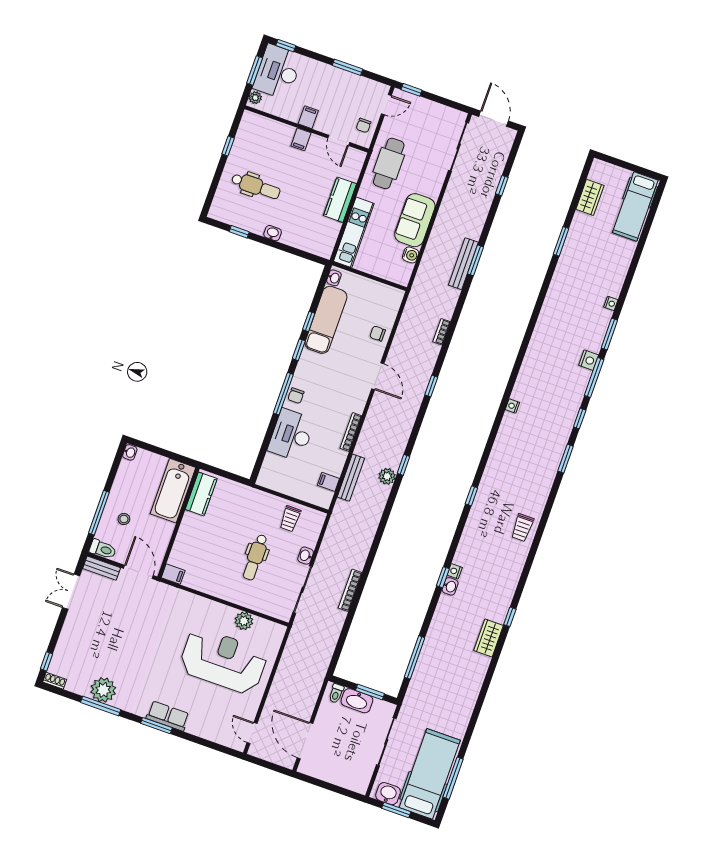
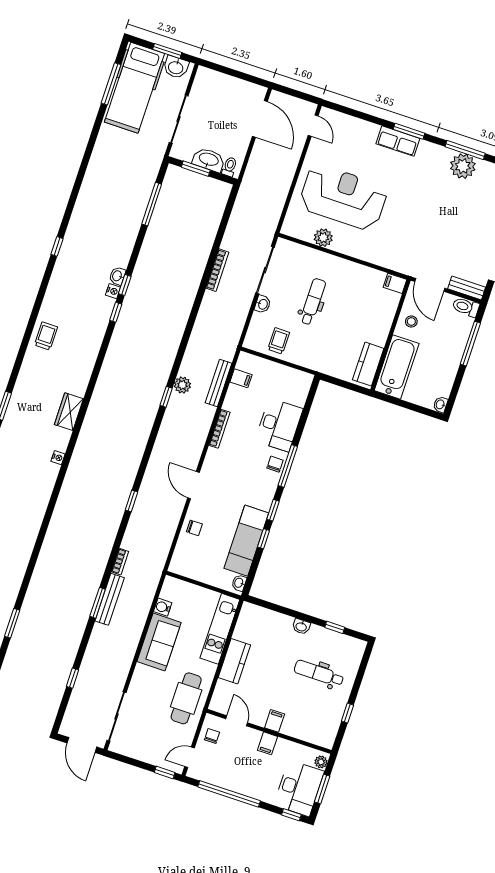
window: (348, 67) -> (229, 794), width x2.11
bookcase: (442, 332) -> (120, 562), moved
window: (431, 386) -> (131, 501), moved
window: (471, 496) -> (116, 312), moved
stool: (124, 519) -> (411, 322), moved
wardrobe: (489, 638) -> (69, 412), moved, turned 180
reception desk: (223, 661) -> (343, 197), turned 180

